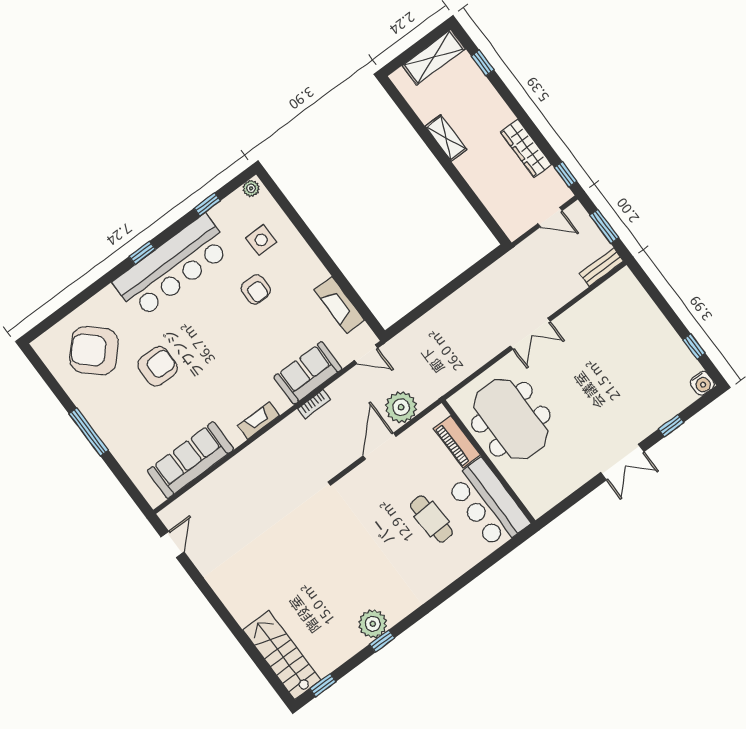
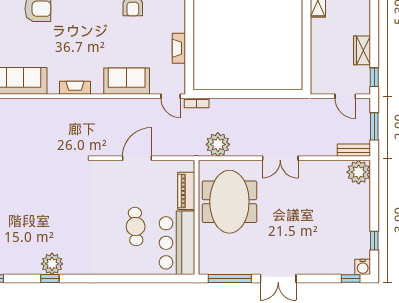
wardrobe: (526, 148) -> (362, 50), width x0.67
plant: (624, 287) -> (359, 172), added
fireplace: (339, 305) -> (179, 48), width x0.73, depth x0.76
bookcase: (314, 404) -> (197, 103), moved
plant: (401, 407) -> (218, 144), moved
window: (671, 426) -> (351, 279), moved
window: (572, 500) -> (230, 279), added

